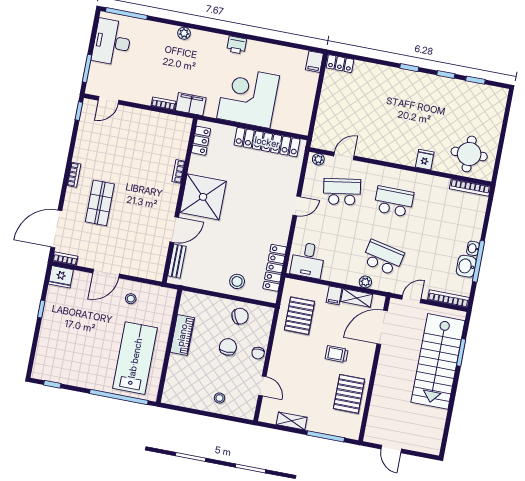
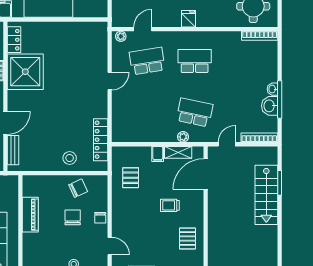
locker: (267, 142) -> (73, 30), removed
fridge: (425, 160) -> (188, 19), moved
shower: (203, 197) -> (25, 72), moved
desk: (308, 260) -> (129, 127), removed
pallet: (300, 316) -> (131, 178), width x0.67, depth x0.71
stairs: (438, 361) -> (266, 195), width x0.73, depth x0.66
pallet: (349, 394) -> (187, 238), width x0.67, depth x0.71

